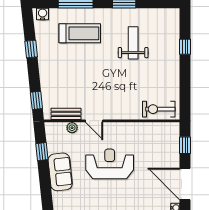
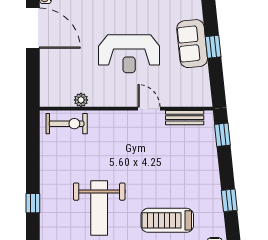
weight bench: (133, 43) -> (99, 208), width x1.36, depth x1.33
plant: (72, 128) -> (81, 100), moved
window: (185, 145) -> (33, 78), removed
window: (42, 152) -> (213, 47), moved

